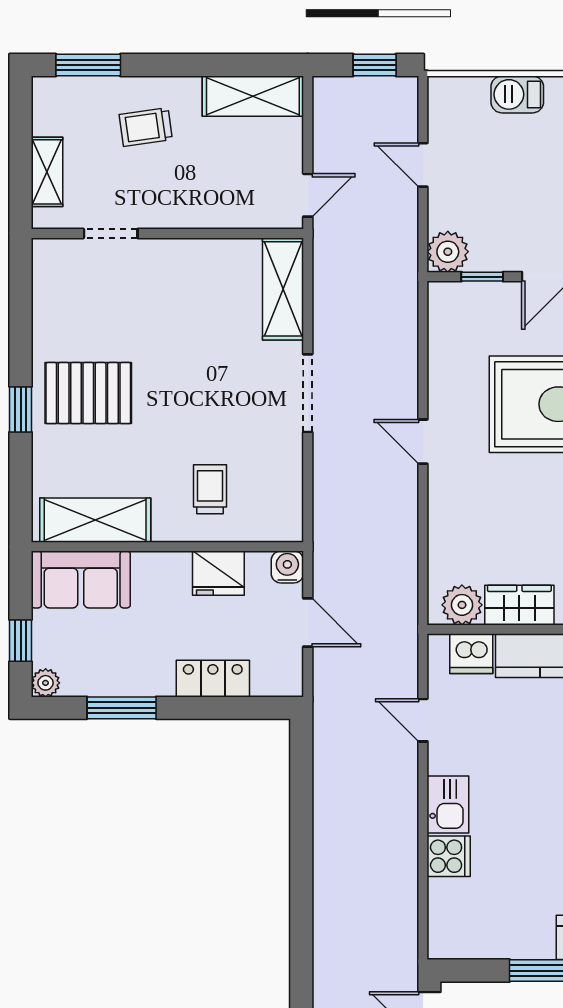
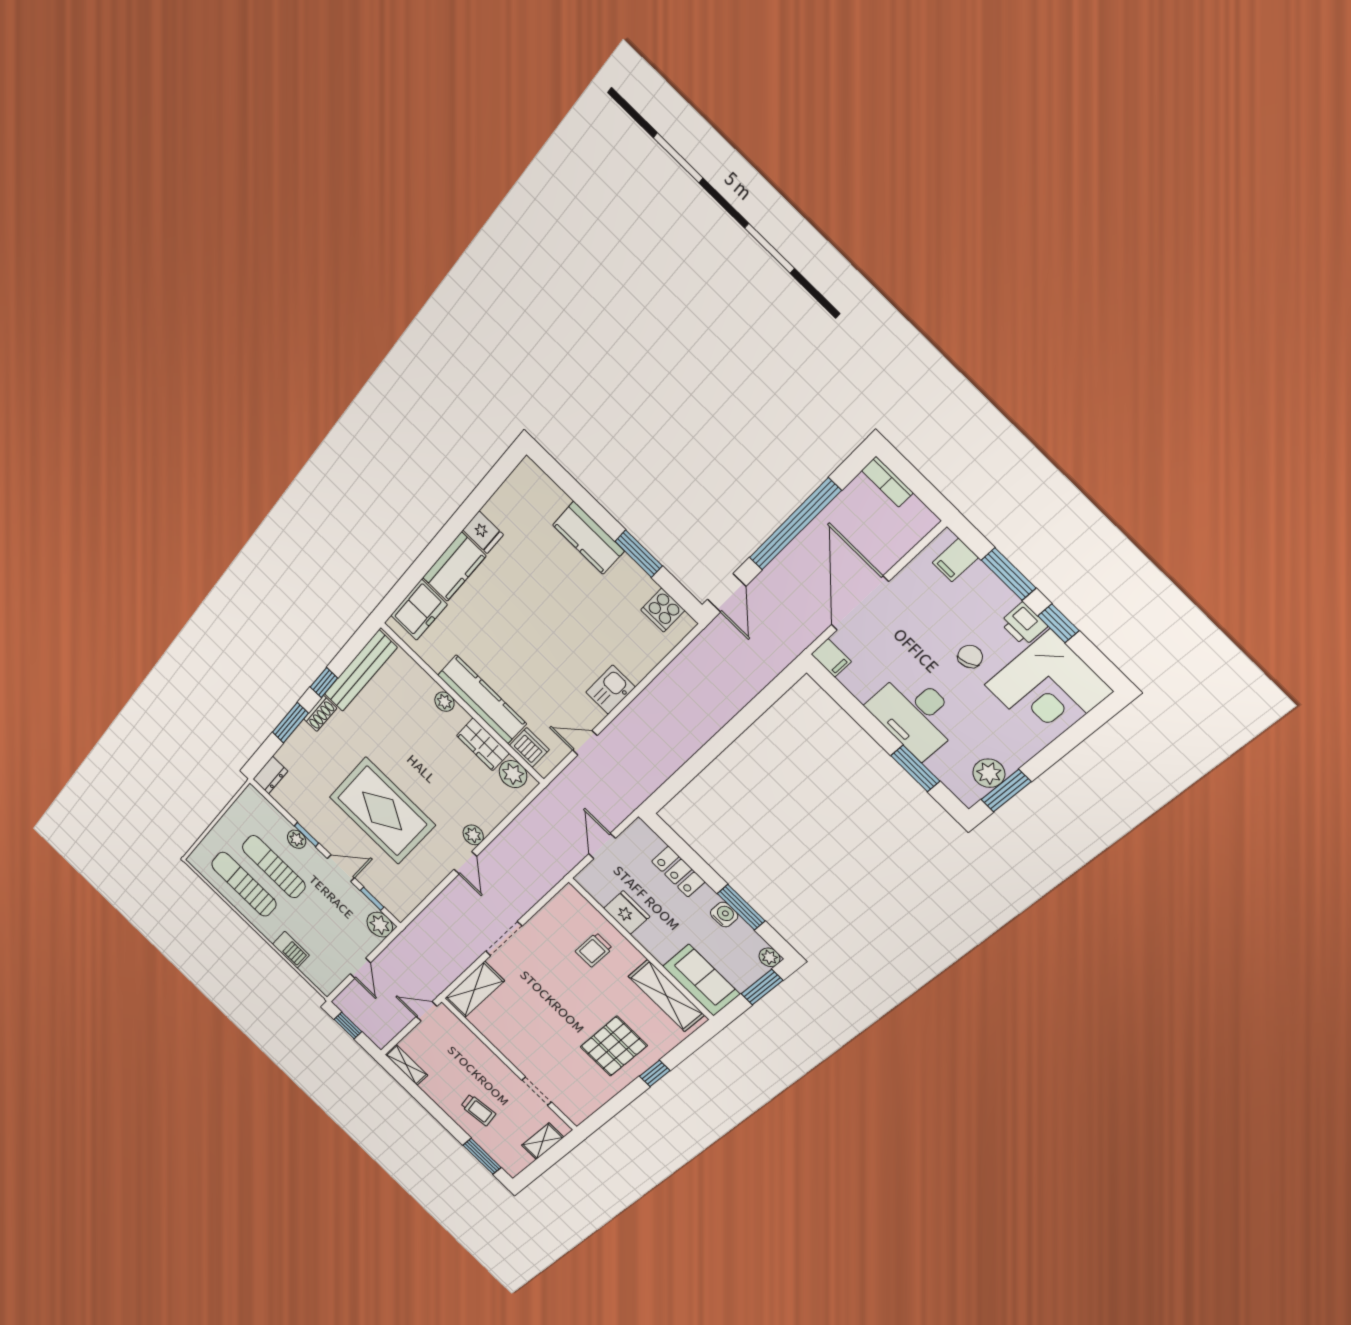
shelving: (253, 96) -> (406, 1065), width x0.67, depth x0.75
pallet: (88, 393) -> (614, 1046), turned 90
plant: (443, 486) -> (473, 835), added
water cooler: (287, 567) -> (724, 914), moved, turned 180
window: (21, 641) -> (762, 987), width x1.50
door: (423, 720) -> (585, 743), swing flipped
cooker: (449, 856) -> (663, 610), moved, turned -90

